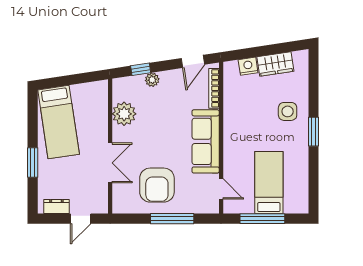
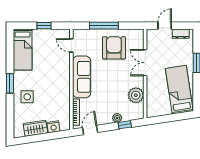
bed: (269, 183) -> (23, 50), moved
window: (262, 219) -> (44, 26), width x0.46

